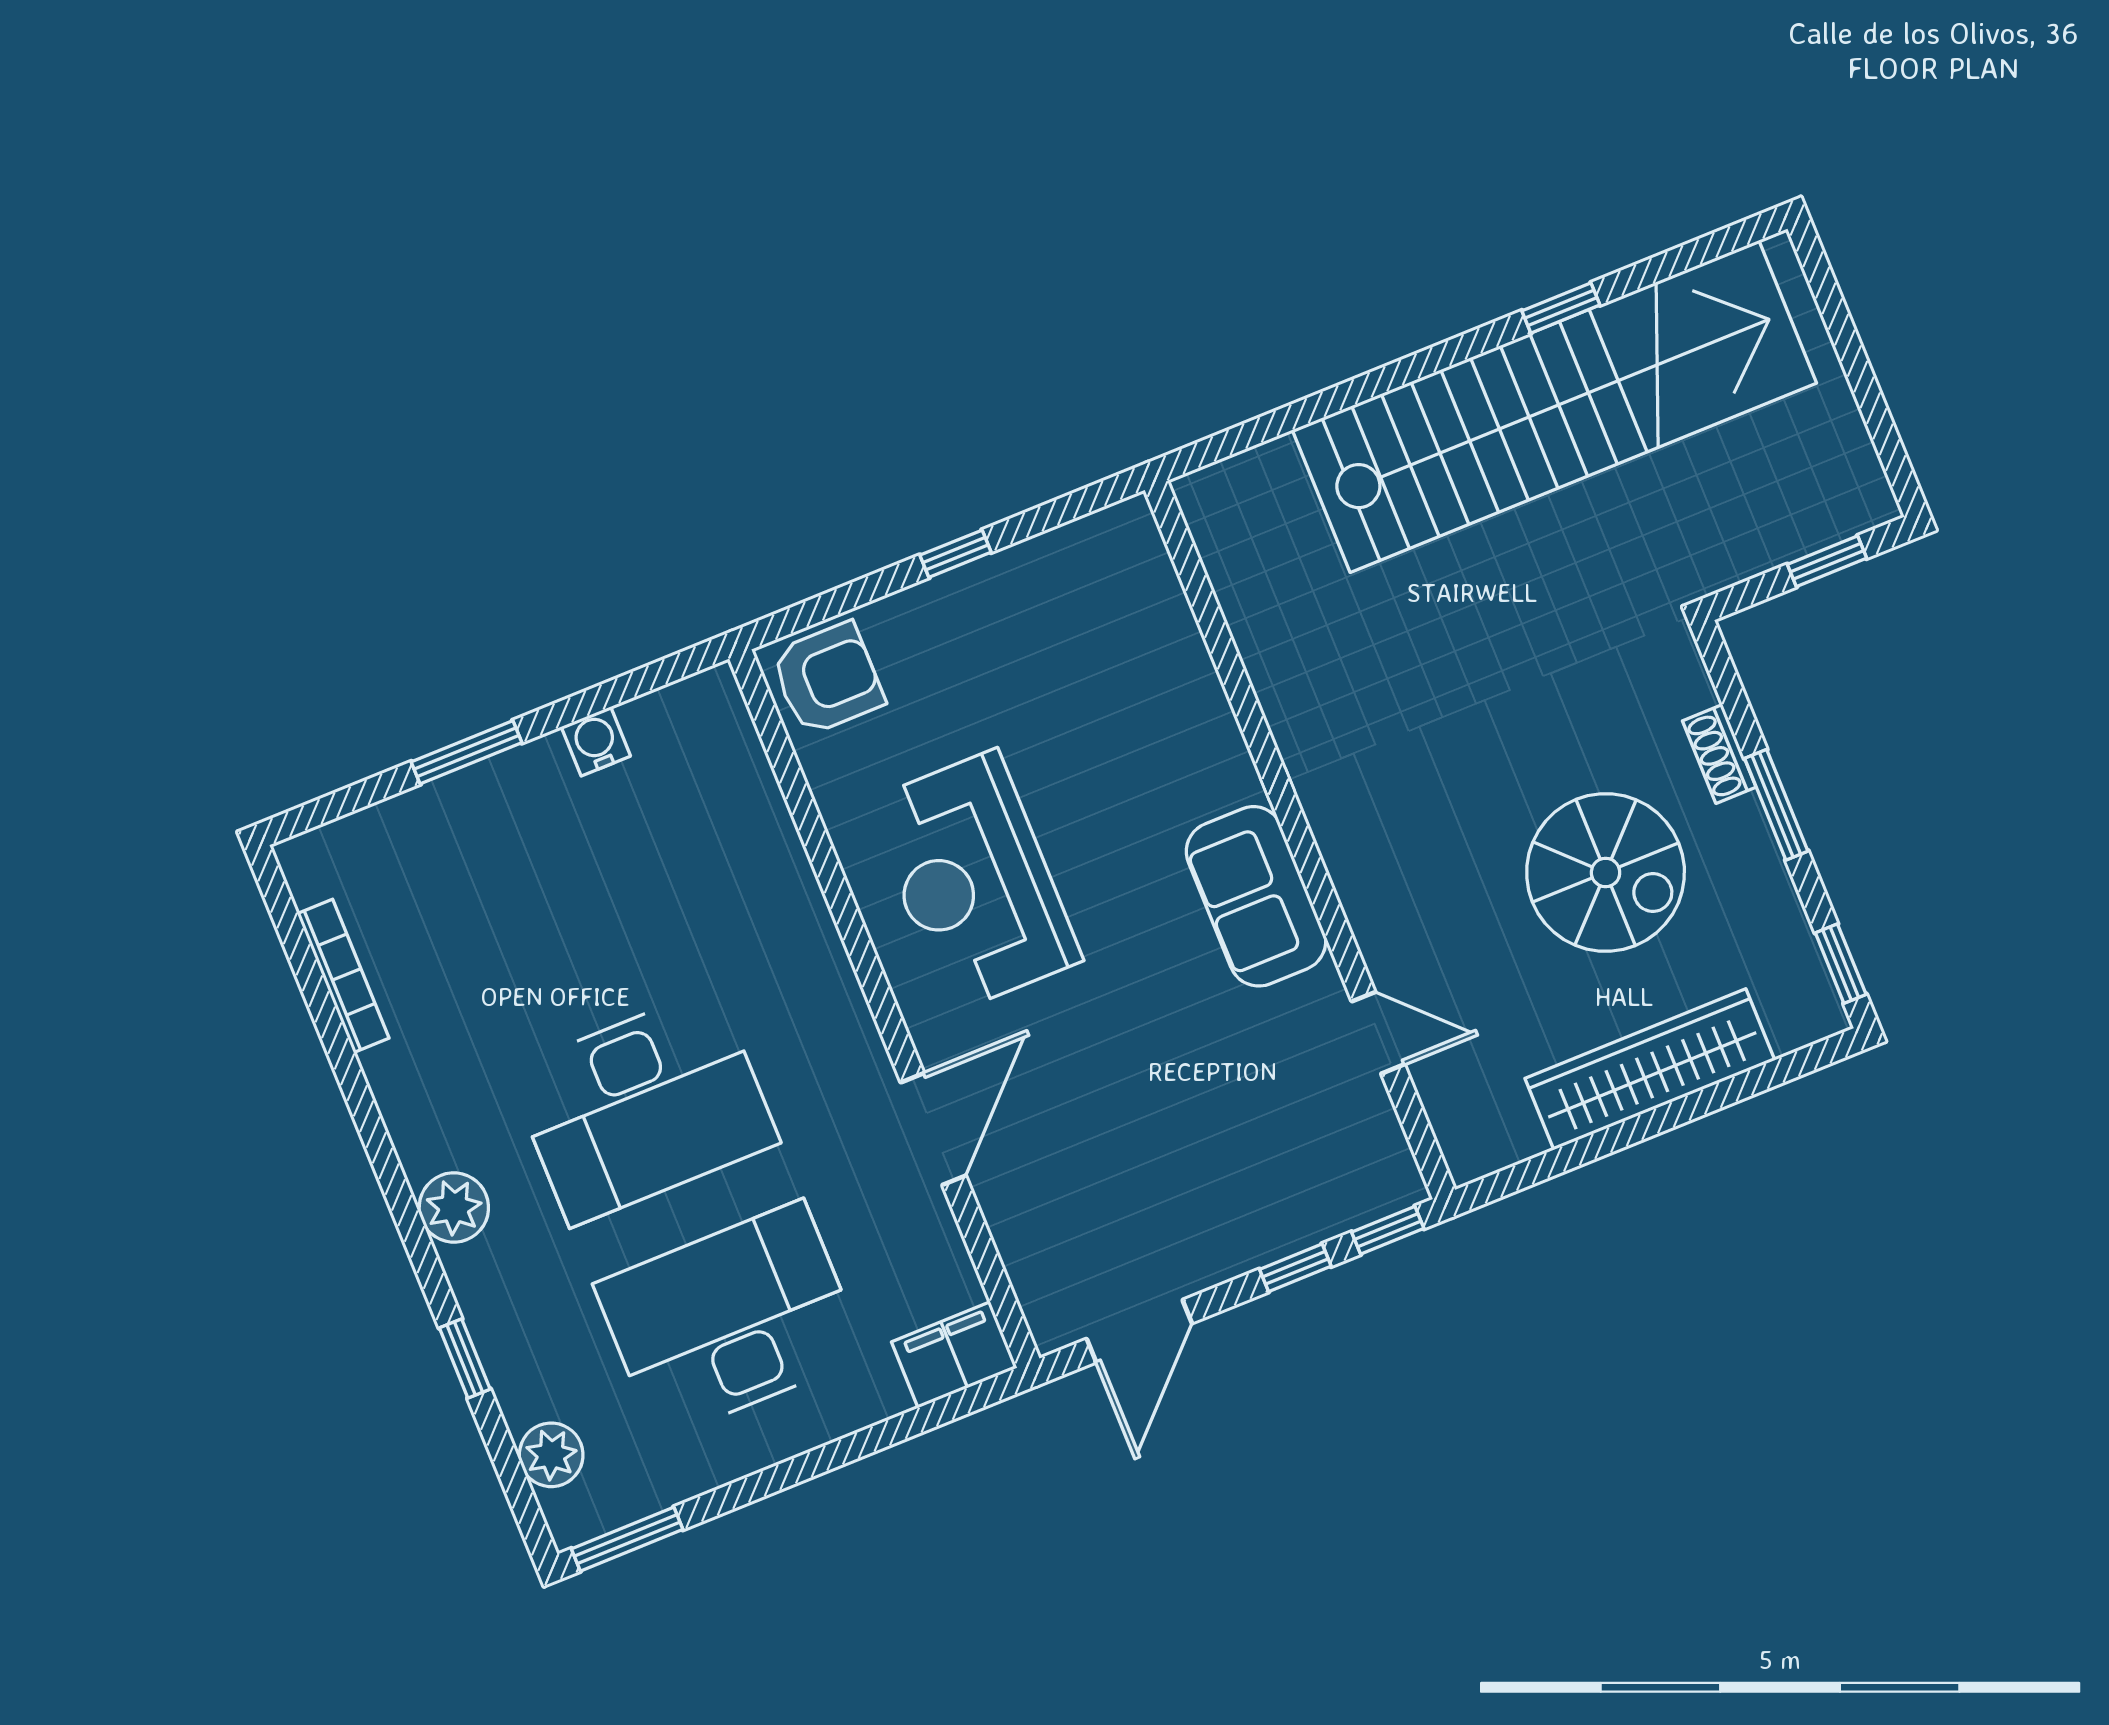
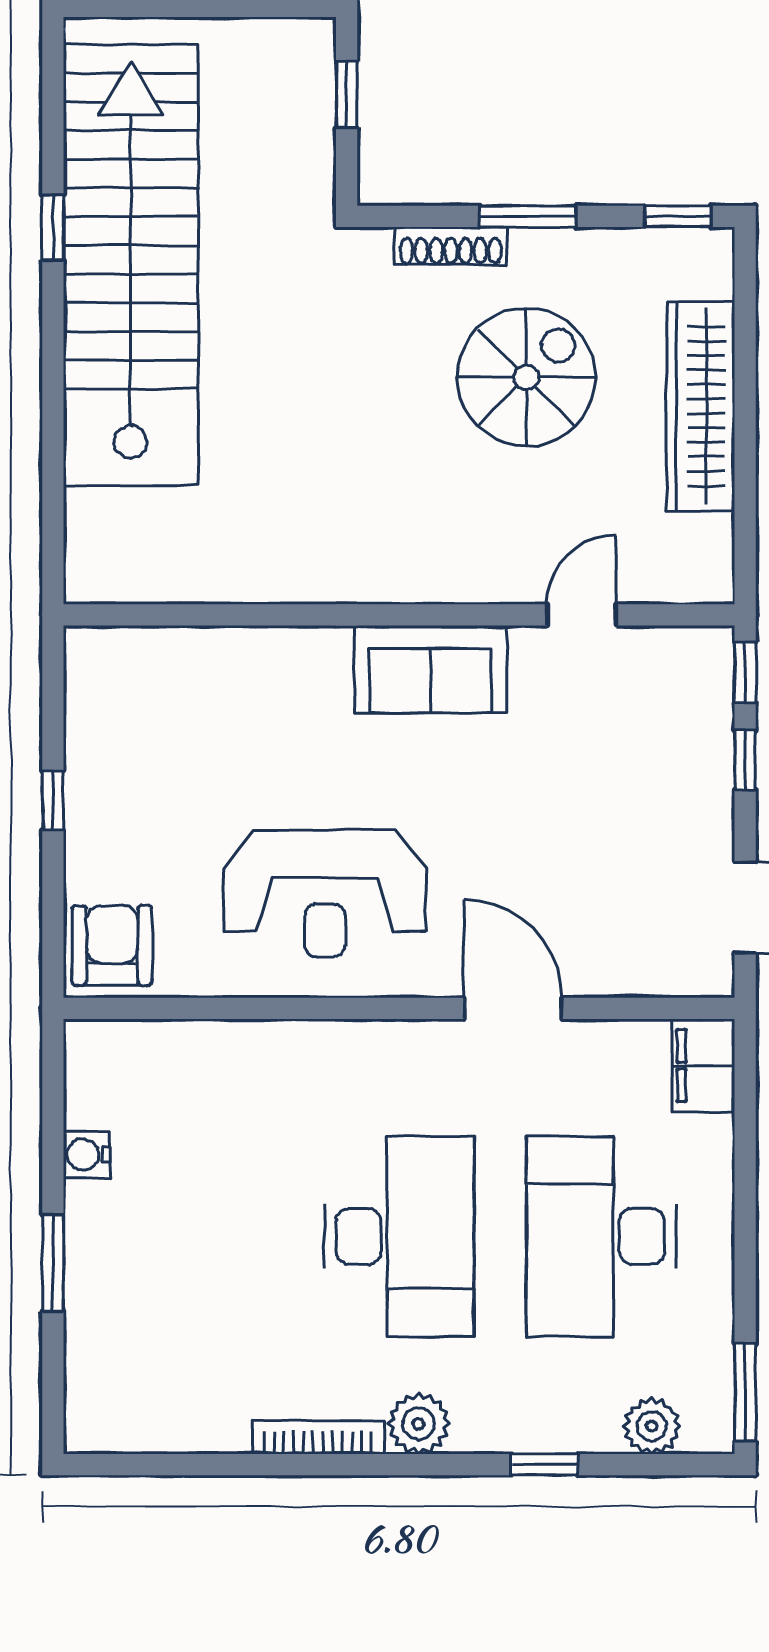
shoe rack: (1719, 754) -> (451, 246), width x1.43
bookcase: (343, 976) -> (318, 1437), moved

